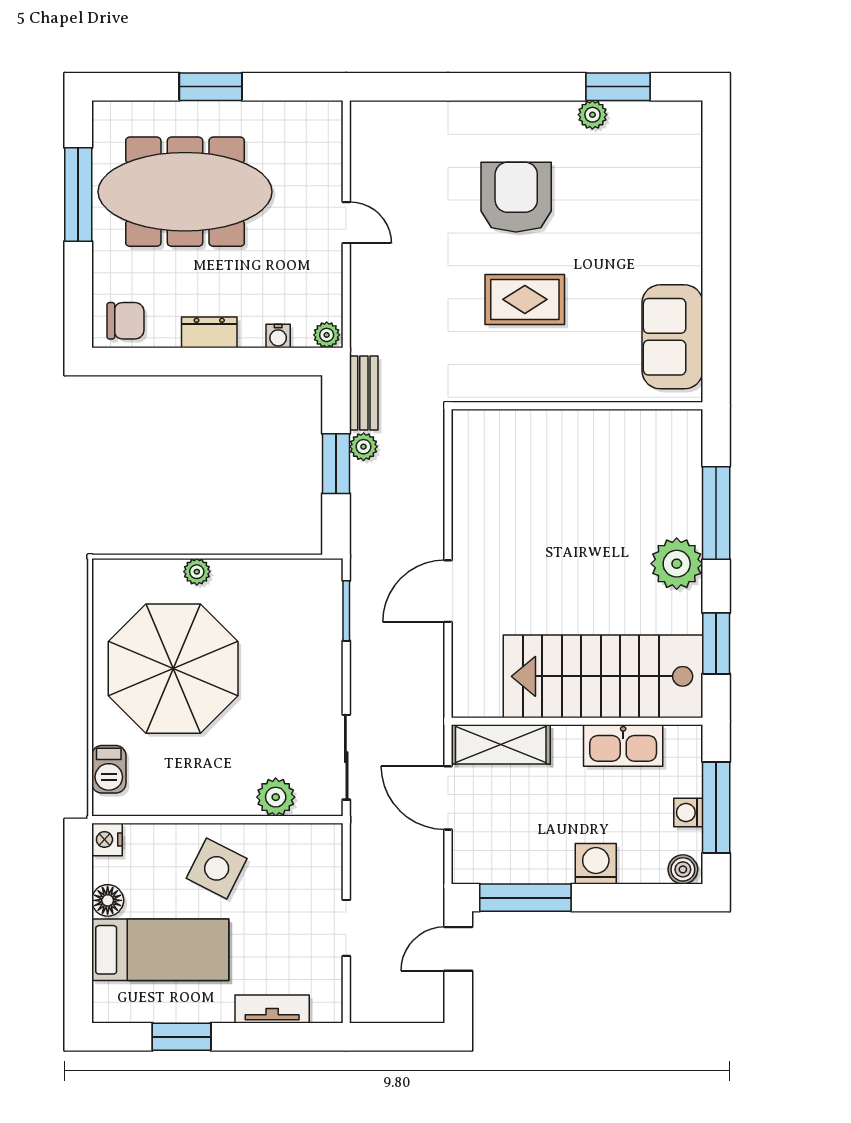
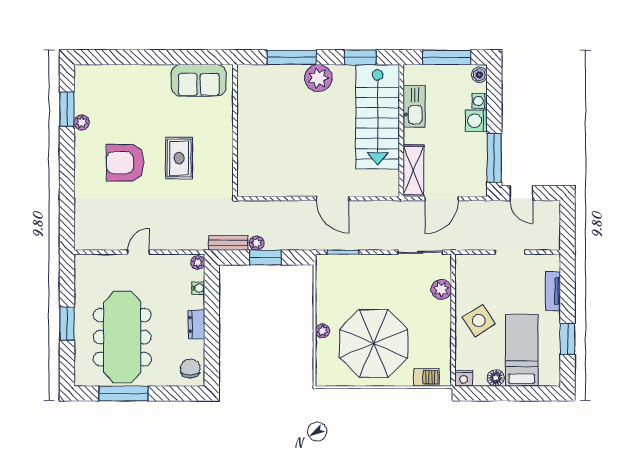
washing machine: (688, 813) -> (480, 101), moved, turned 90
side table: (217, 868) -> (479, 320), turned 30

